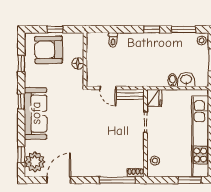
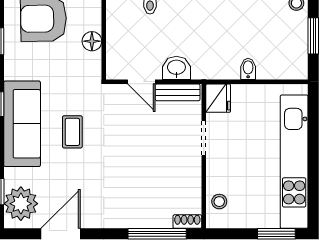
washbasin: (186, 80) -> (176, 68), moved
coffee table: (66, 118) -> (72, 132), added

